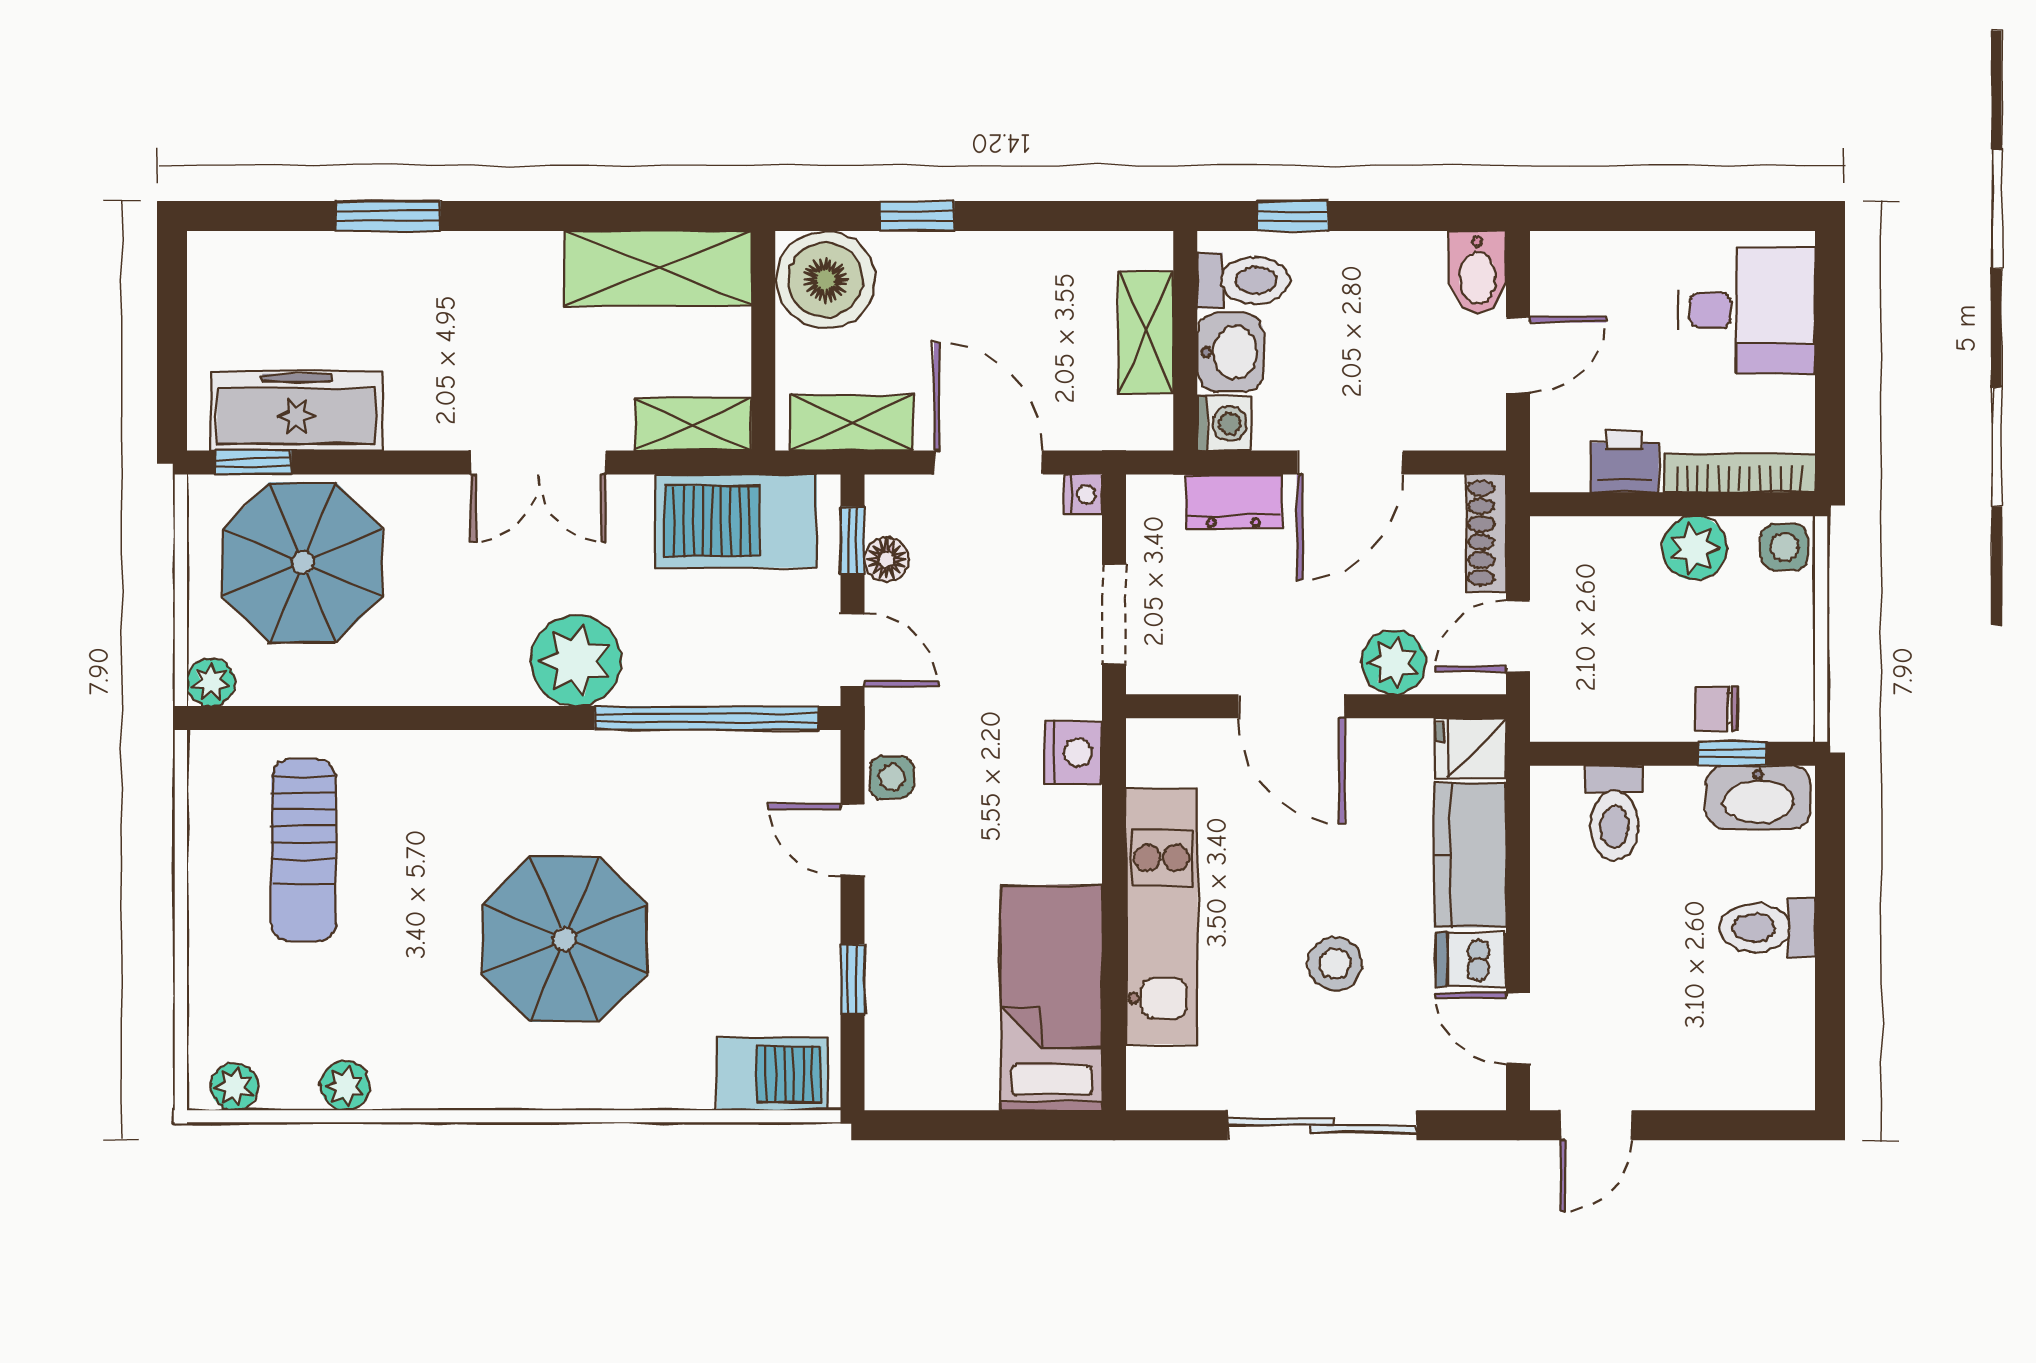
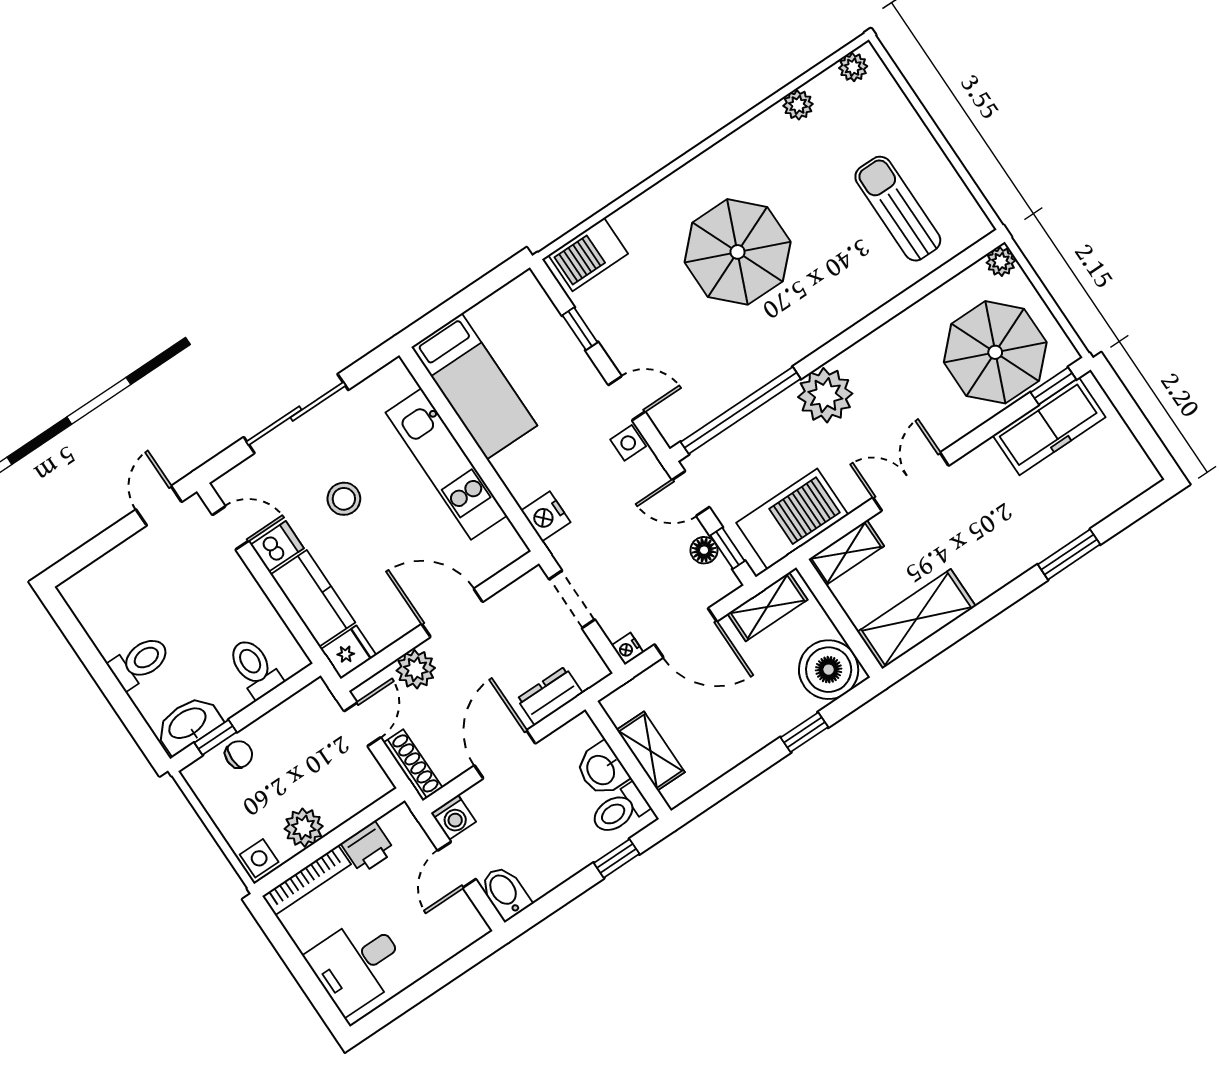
washing machine: (1224, 424) -> (453, 817), moved, turned -90

